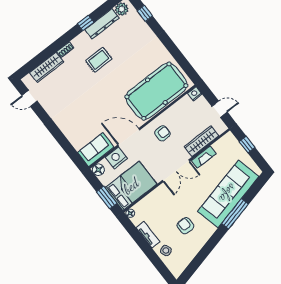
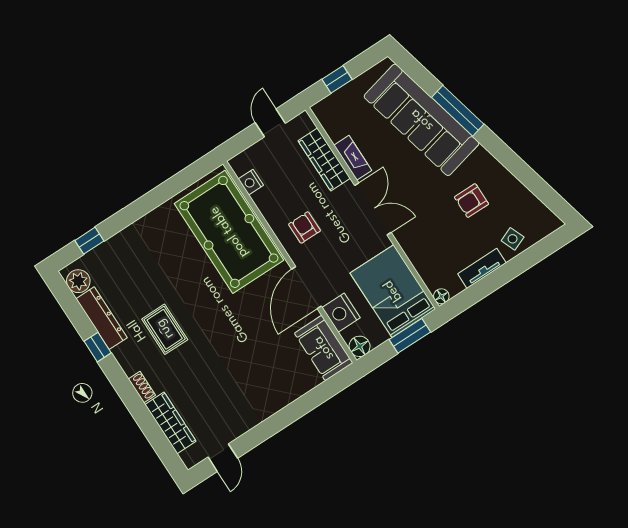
nightstand: (195, 94) -> (251, 182), moved

